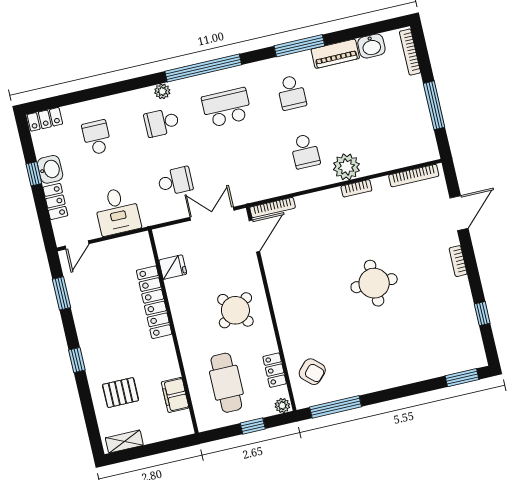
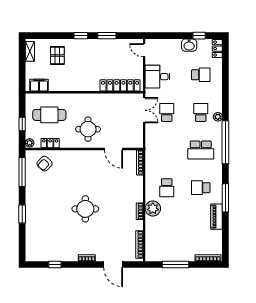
washbasin: (371, 46) -> (216, 238), removed
school desk: (227, 108) -> (201, 150), turned 90
school desk: (305, 151) -> (167, 188), turned -90
window: (34, 174) -> (199, 36), moved
school desk: (175, 181) -> (167, 112), turned 180
locker: (55, 201) -> (171, 44), removed
double door: (212, 214) -> (144, 110), moved
door: (254, 236) -> (114, 149), moved
fridge: (173, 267) -> (120, 100), removed
window: (62, 293) -> (107, 36), moved
locker: (154, 302) -> (120, 85), moved
round table: (235, 310) -> (88, 129), turned 36
window: (462, 378) -> (22, 214), moved
filing cabinet: (175, 395) -> (39, 85), moved

